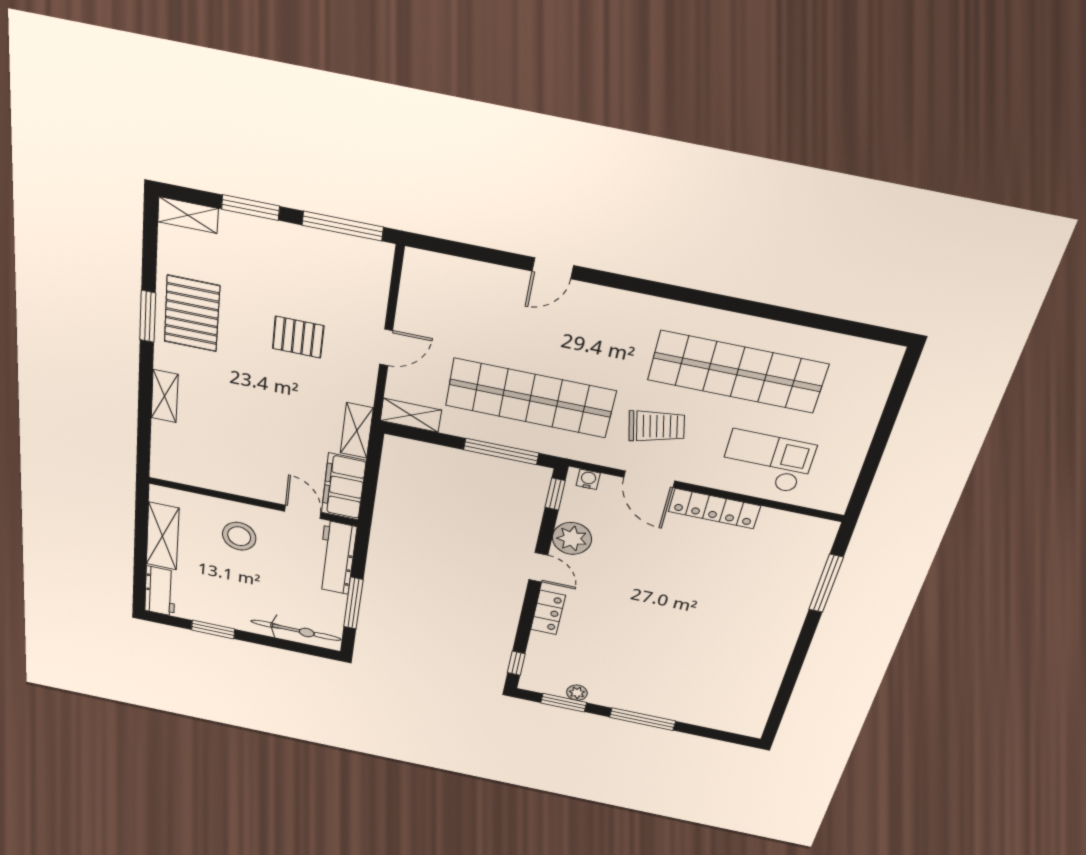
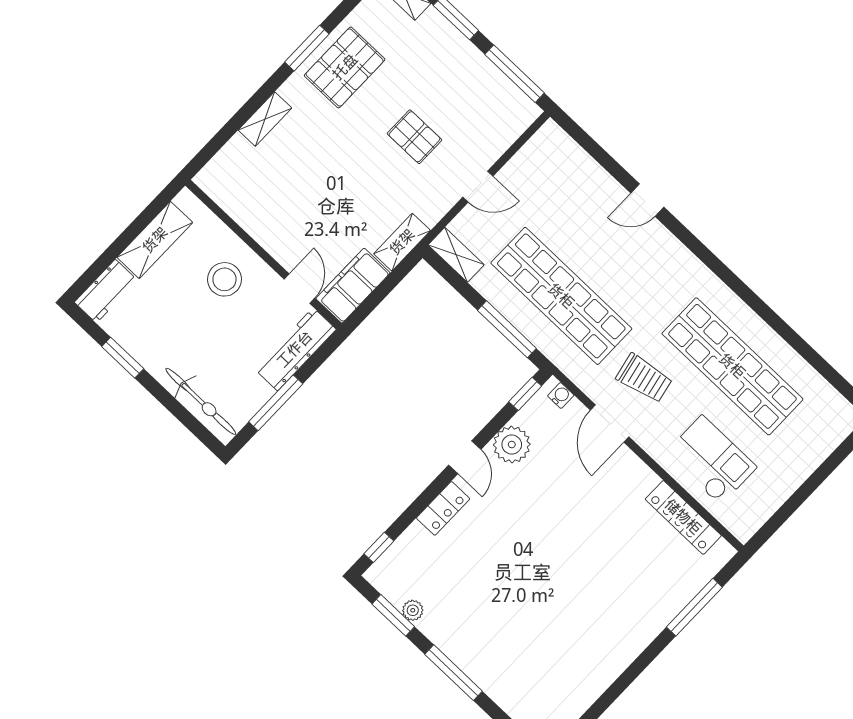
locker: (714, 509) -> (683, 517), moved

